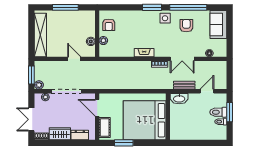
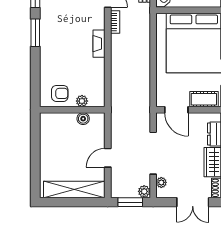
window: (65, 7) -> (35, 154), removed
side table: (165, 18) -> (51, 14), removed
door: (74, 59) -> (108, 158), moved
door: (97, 108) -> (176, 110), hinge flipped

